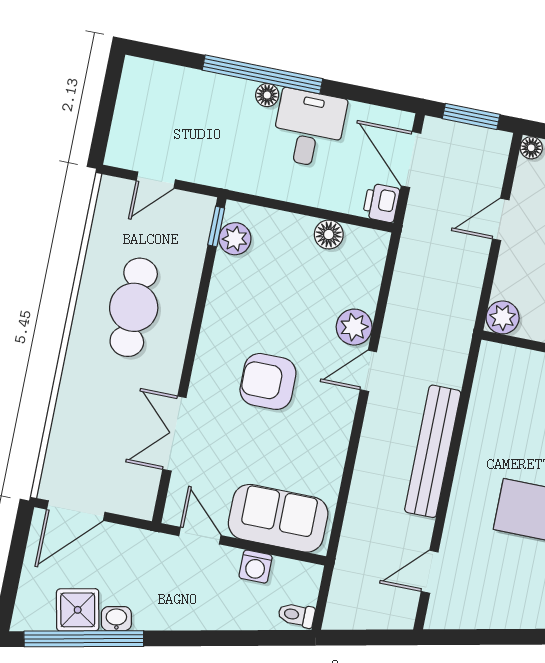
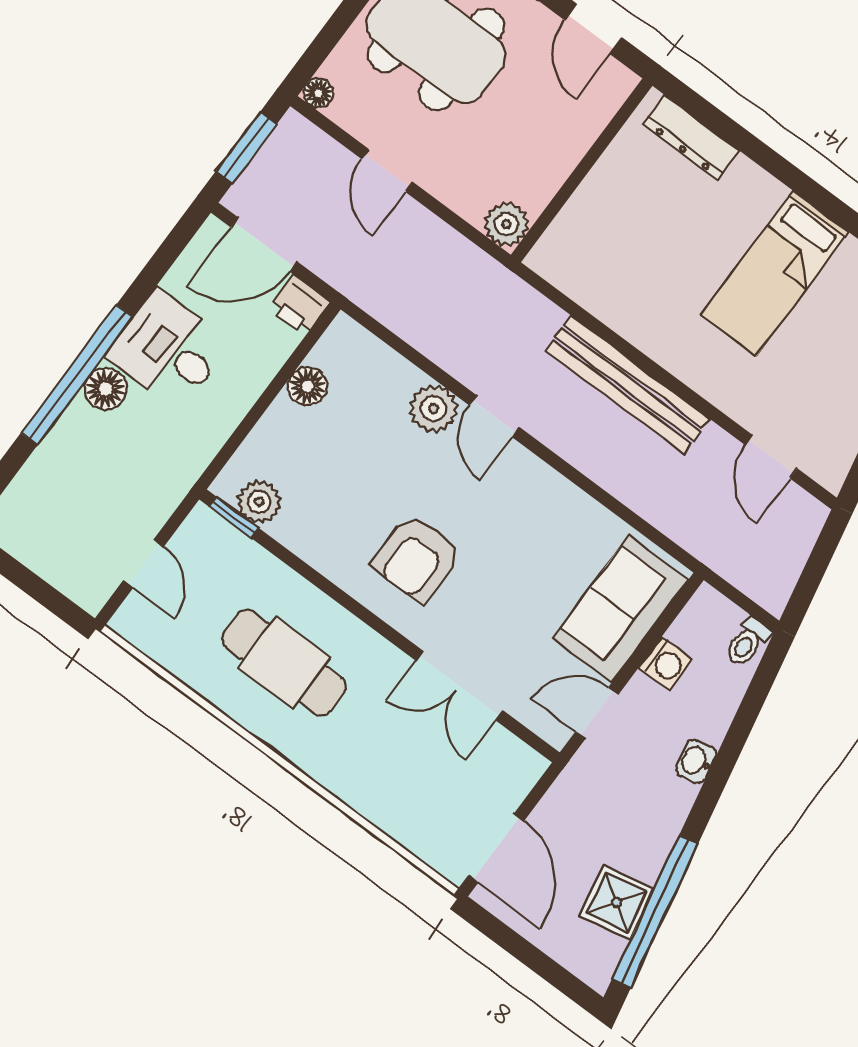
floor lamp: (267, 95) -> (106, 389), width x1.37, depth x1.37
armchair: (268, 381) -> (417, 558), moved
washbasin: (116, 619) -> (696, 761), moved

